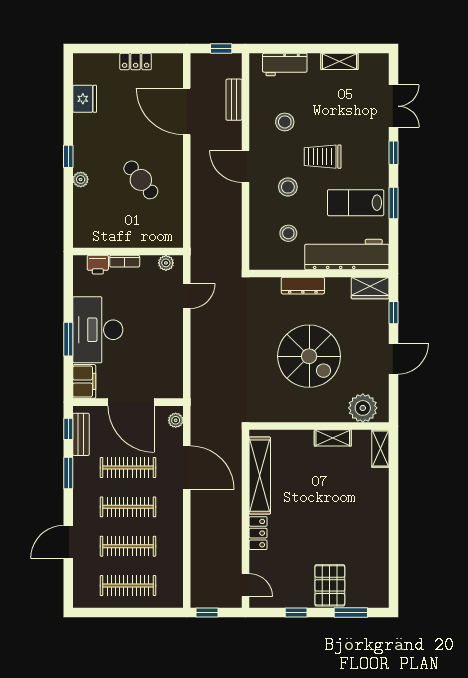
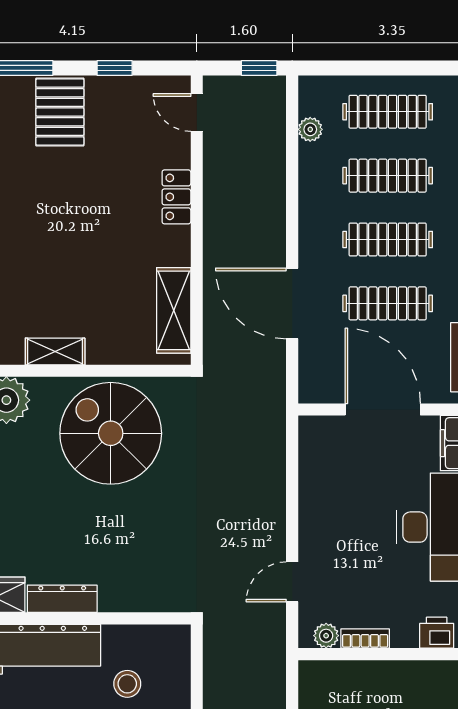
bookcase: (125, 261) -> (365, 639), moved
dresser: (303, 286) -> (62, 599), moved
spiral stairs: (309, 356) -> (111, 433), moved
plant: (176, 420) -> (310, 129), moved
shelving: (260, 476) -> (174, 310), width x0.68

